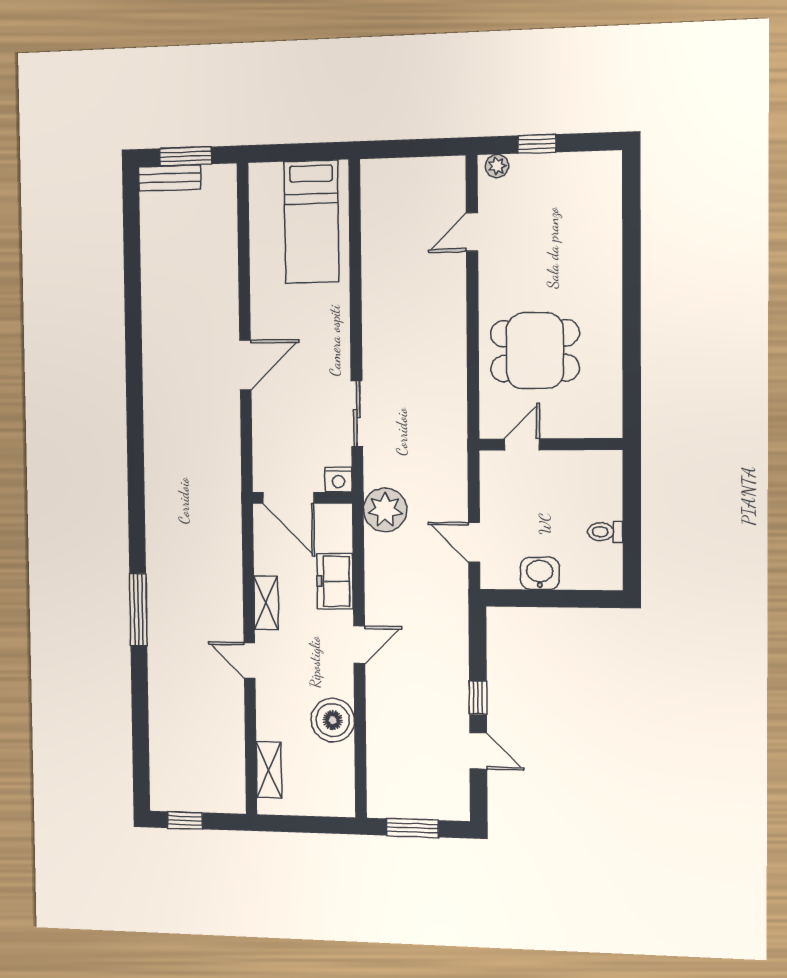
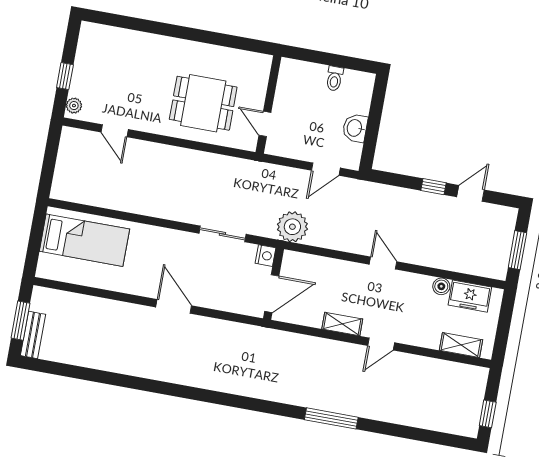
dining table: (535, 351) -> (203, 103), turned 90
freezer: (335, 581) -> (470, 296), moved
boiler: (333, 720) -> (441, 286), width x0.54, depth x0.54

